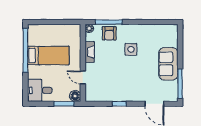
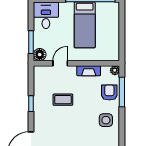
armchair: (109, 33) -> (109, 92), turned 90
side table: (131, 49) -> (106, 120), moved
coffee table: (116, 75) -> (63, 100), added

